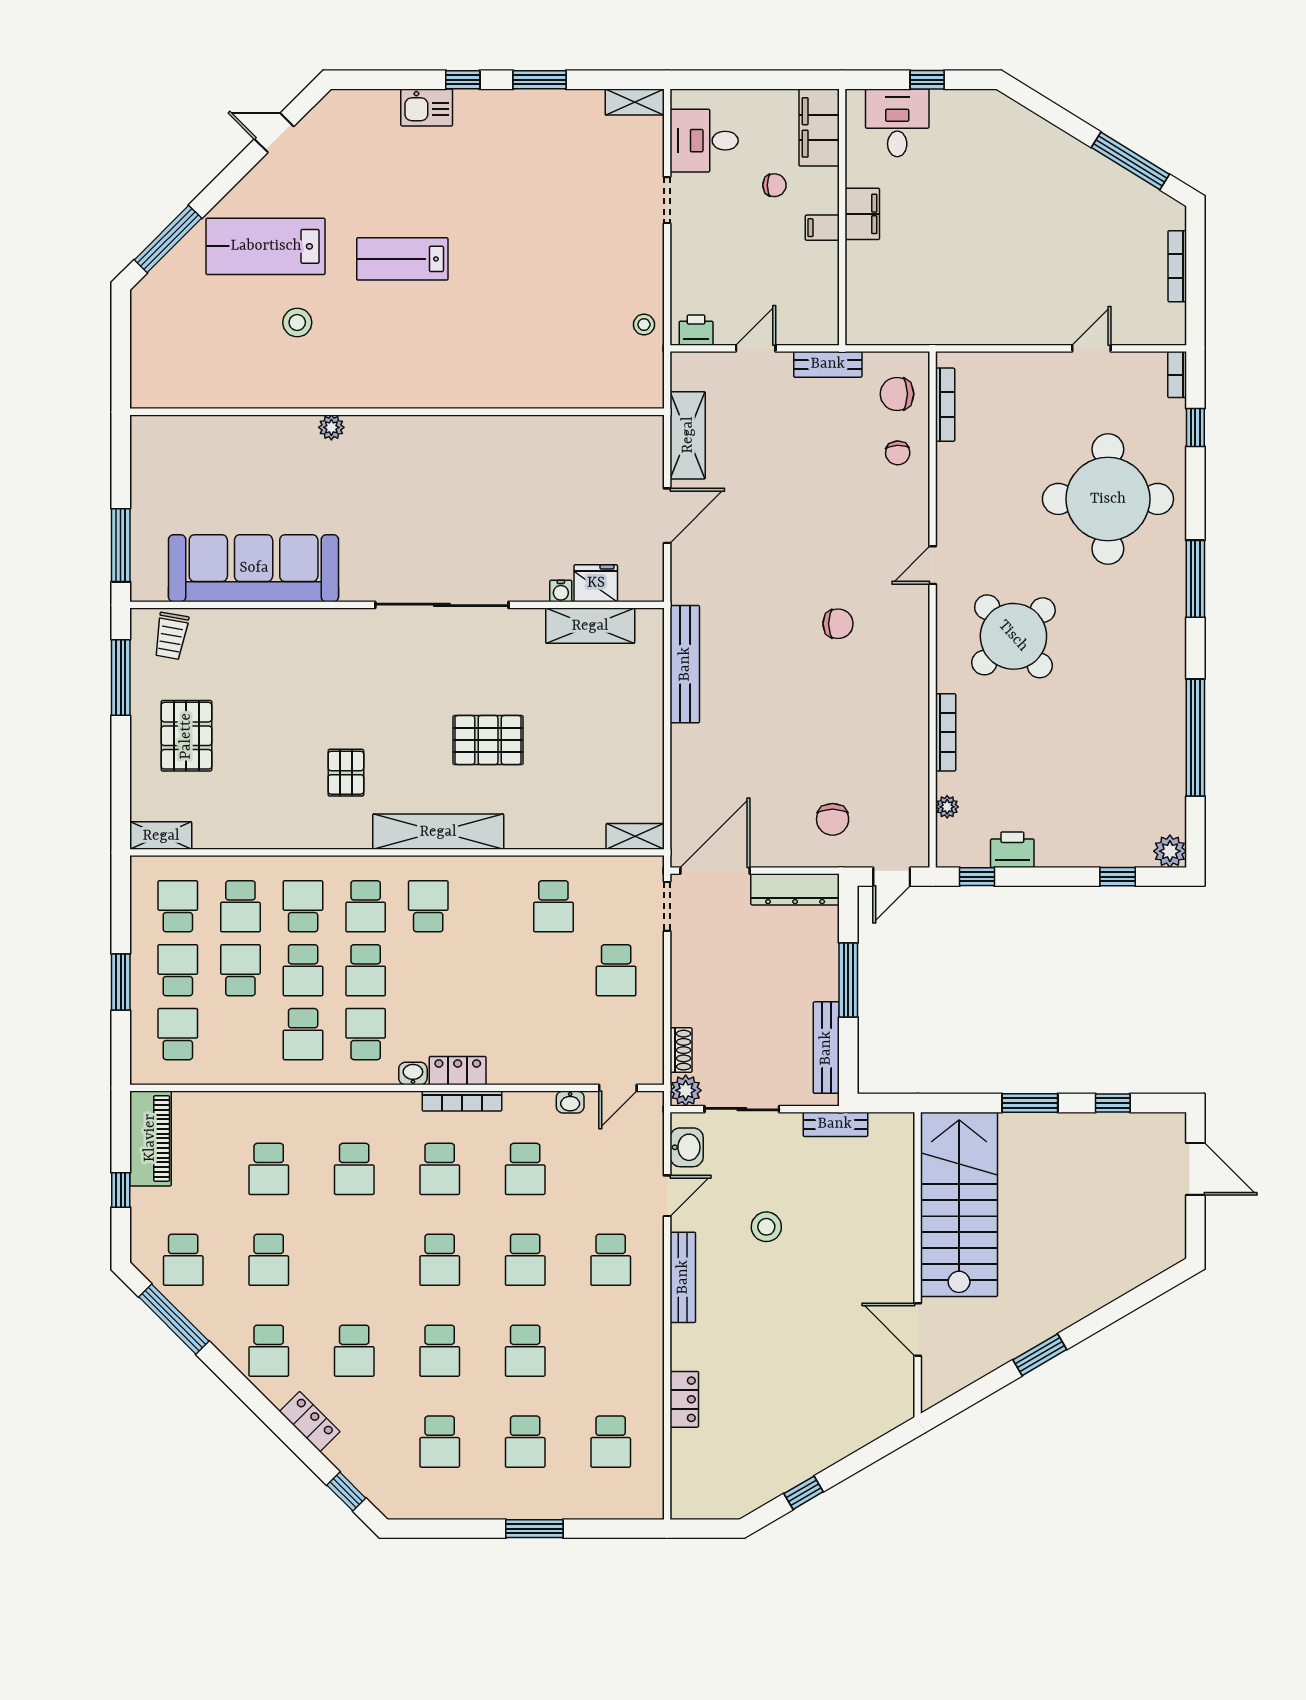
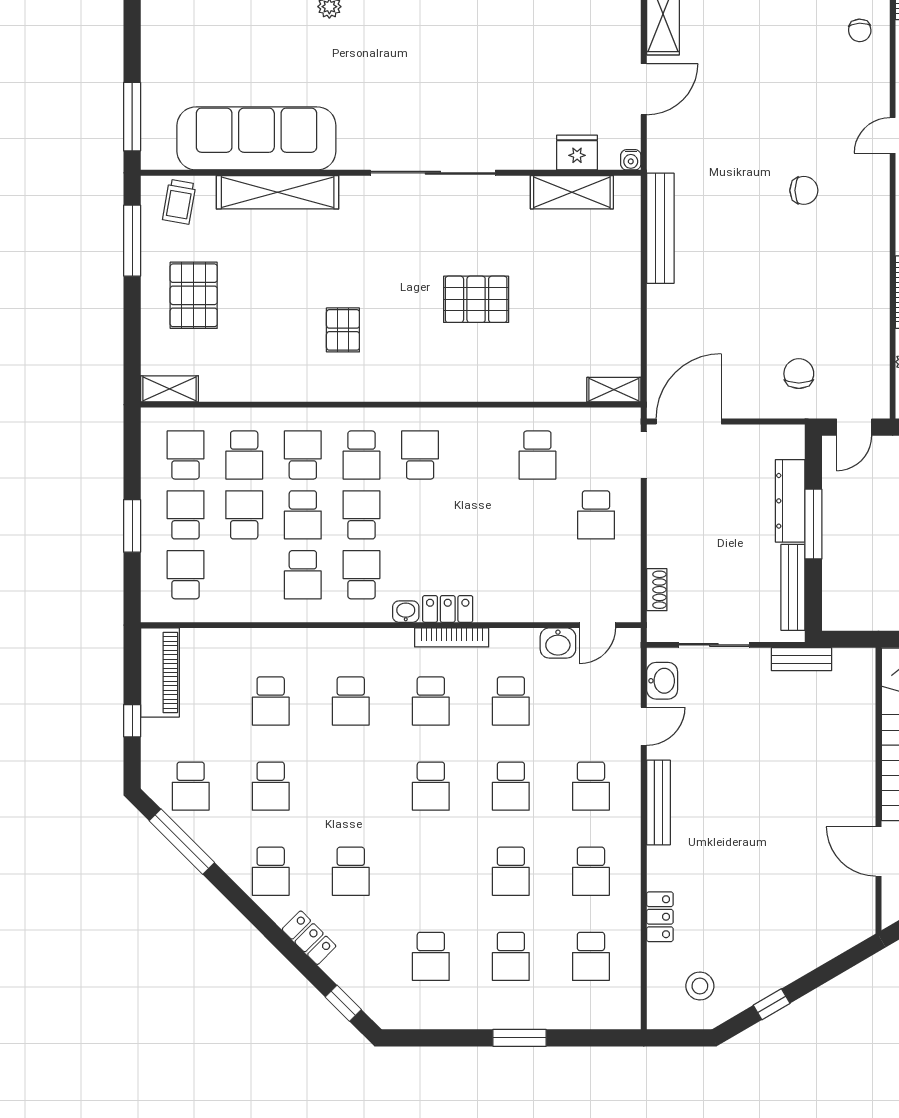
water cooler: (561, 591) -> (631, 160), moved
chair: (833, 819) -> (799, 374), turned 180
shelving: (438, 832) -> (278, 192), moved
dresser: (795, 889) -> (790, 501), moved, turned 90
school desk: (366, 970) -> (361, 515), turned 180
plant: (686, 1090) -> (661, 628), removed
washbasin: (570, 1102) -> (558, 643), width x1.38, depth x1.45
stool: (766, 1227) -> (700, 986), moved
school desk: (440, 1351) -> (591, 871), moved

